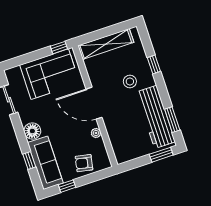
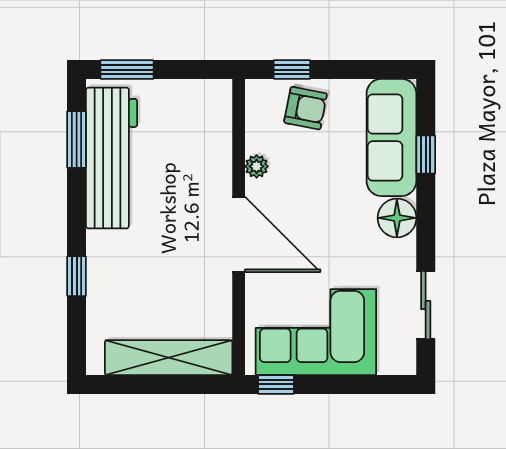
stool: (130, 81) -> (143, 256), removed
window: (67, 186) -> (292, 70), moved

